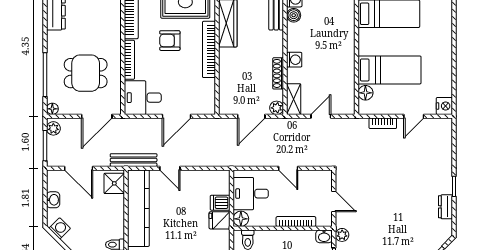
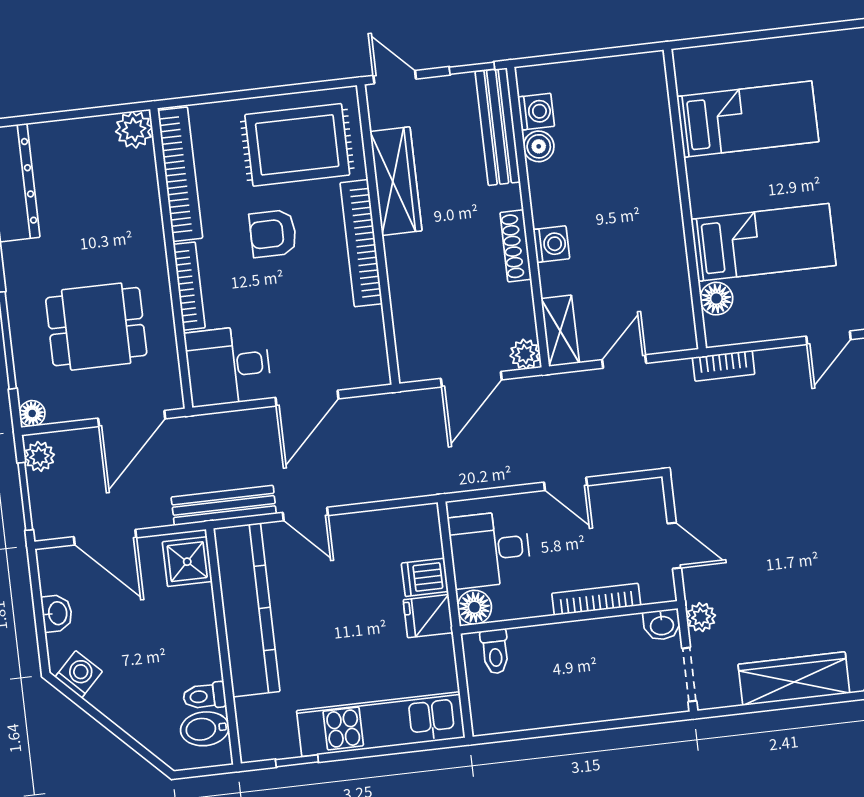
shoe rack: (278, 73) -> (516, 246), moved
bookcase: (383, 123) -> (724, 366), moved

